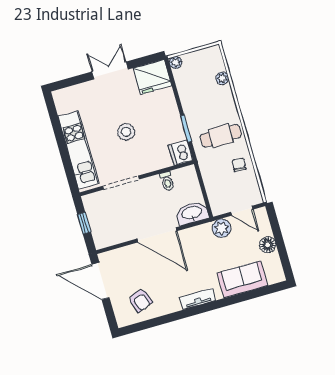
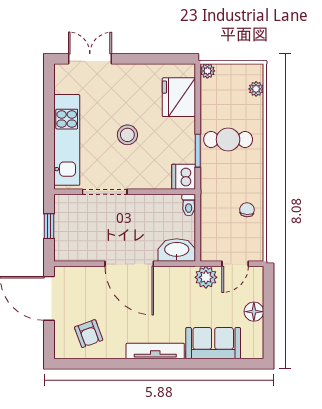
double door: (110, 70) -> (90, 59), moved
fridge: (152, 77) -> (179, 97), moved, turned 90
plant: (222, 78) -> (256, 89), moved
cafe table: (221, 136) -> (228, 139), moved
toilet: (167, 181) -> (189, 205), moved
door: (242, 211) -> (235, 264), hinge flipped
tv unit: (198, 299) -> (155, 351), width x1.41

